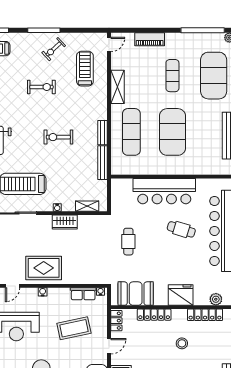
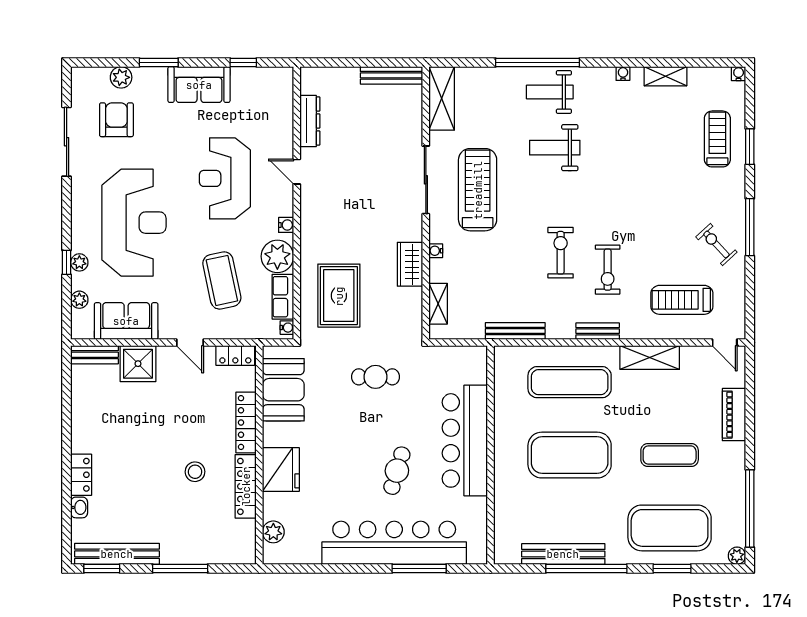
treadmill: (85, 69) -> (682, 300), turned 180
exercise bike: (41, 87) -> (608, 270), moved
bench: (103, 133) -> (598, 331), moved
rug: (44, 268) -> (339, 296), moved
plant: (60, 297) -> (277, 256), added
locker: (205, 315) -> (246, 486), moved

